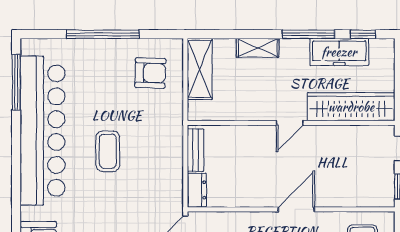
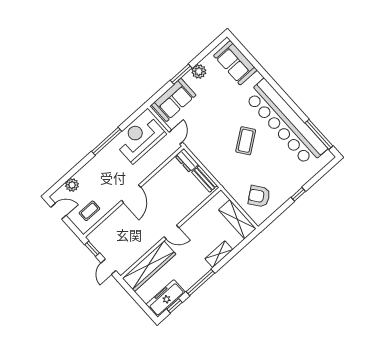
window: (103, 34) -> (298, 194), width x0.32
freezer: (339, 52) -> (166, 298), moved
armchair: (150, 73) -> (259, 196), turned 51
door: (290, 123) -> (171, 232), swing flipped
coffee table: (108, 151) -> (246, 141), turned 54

